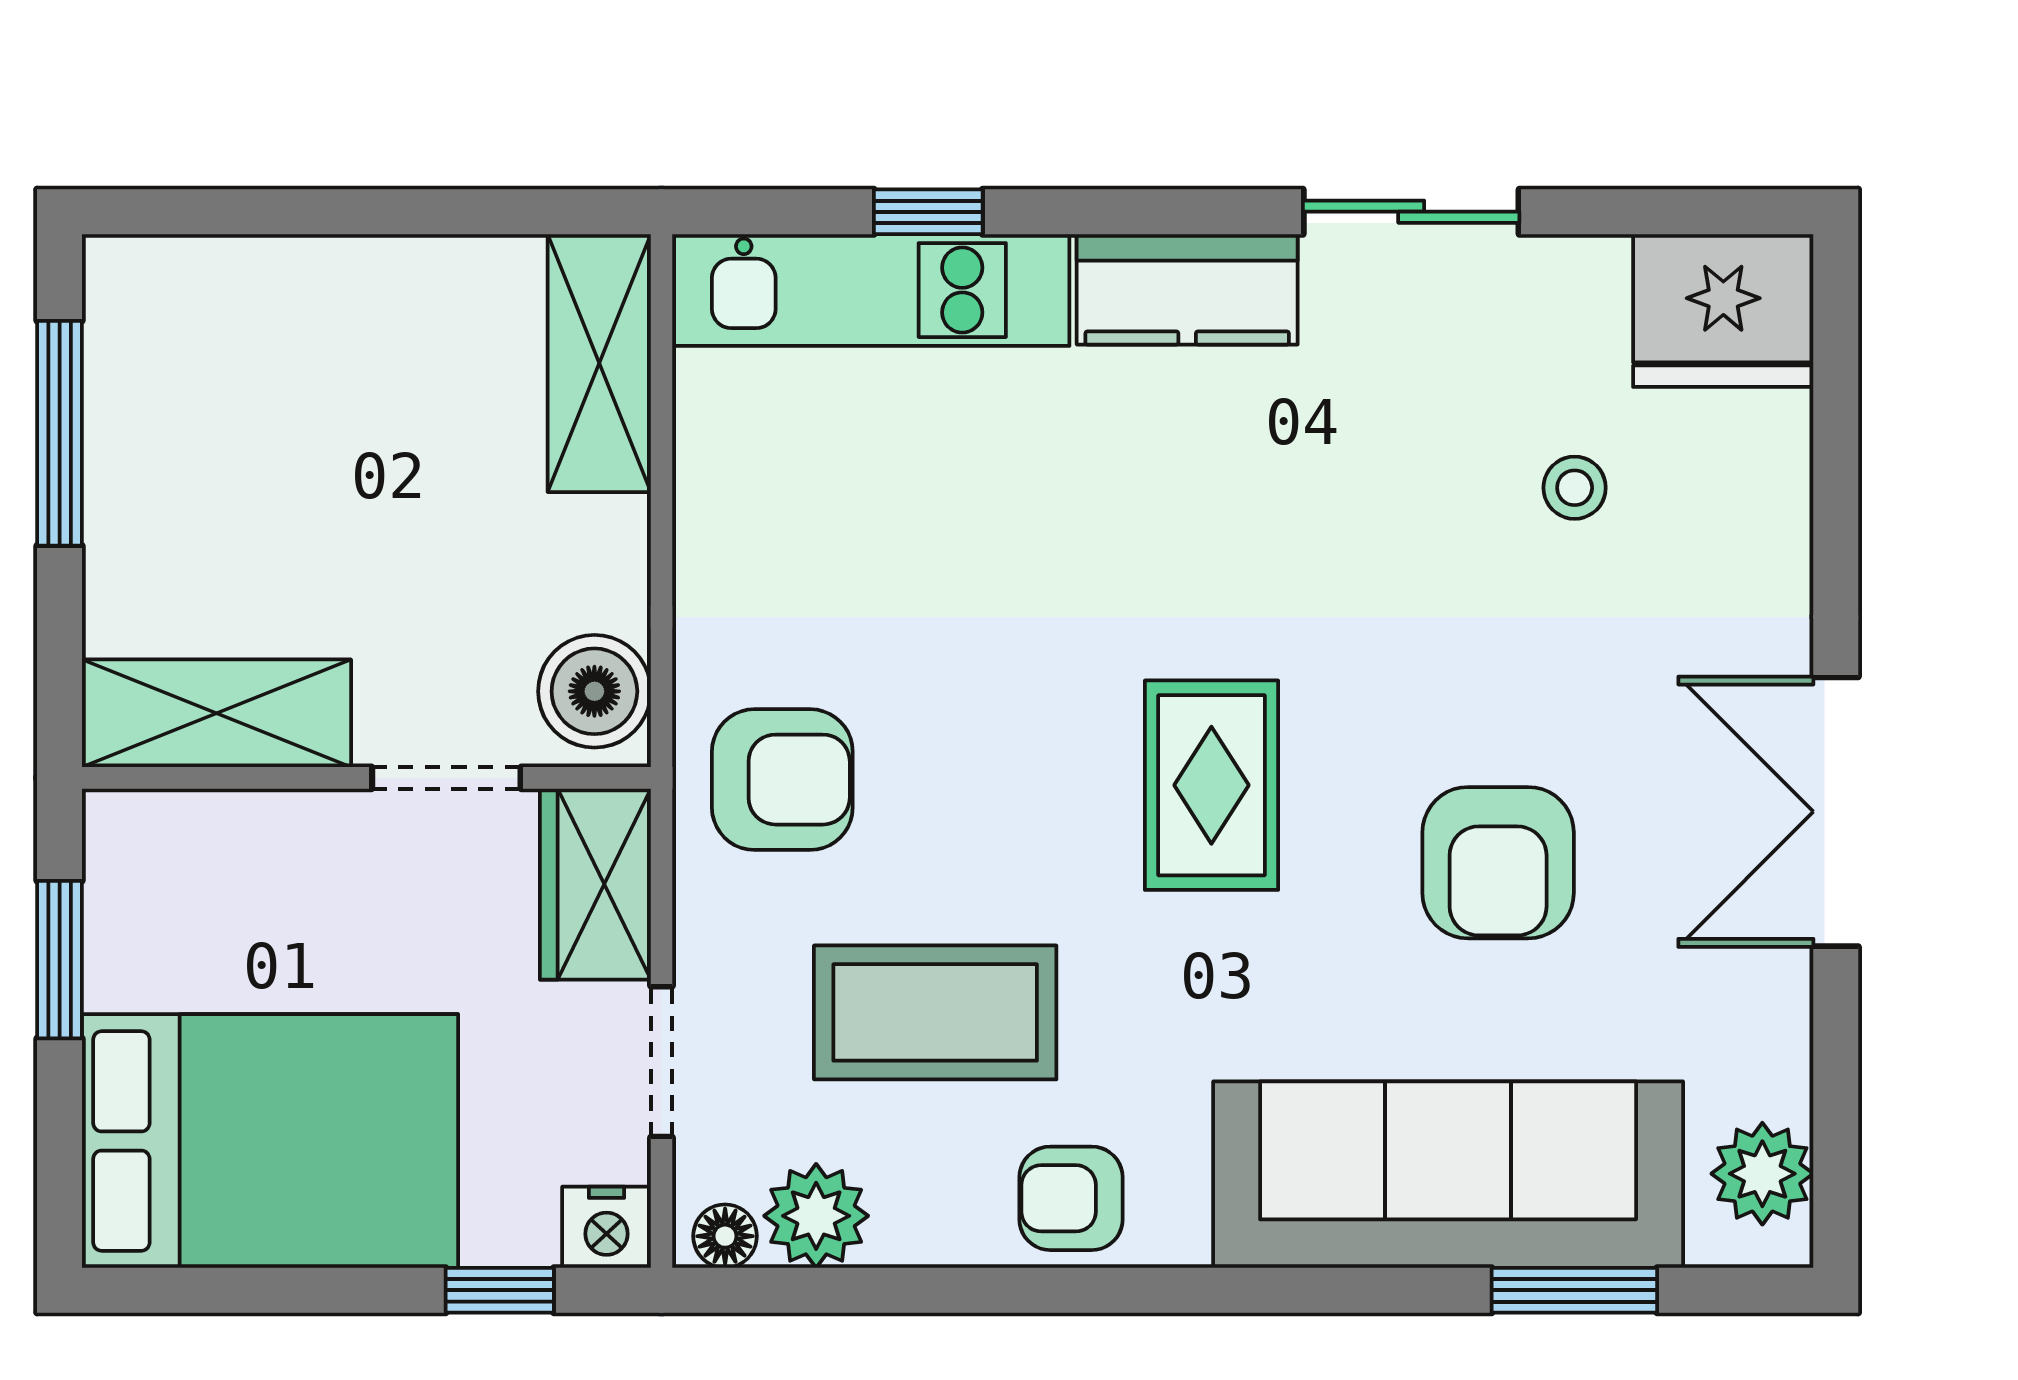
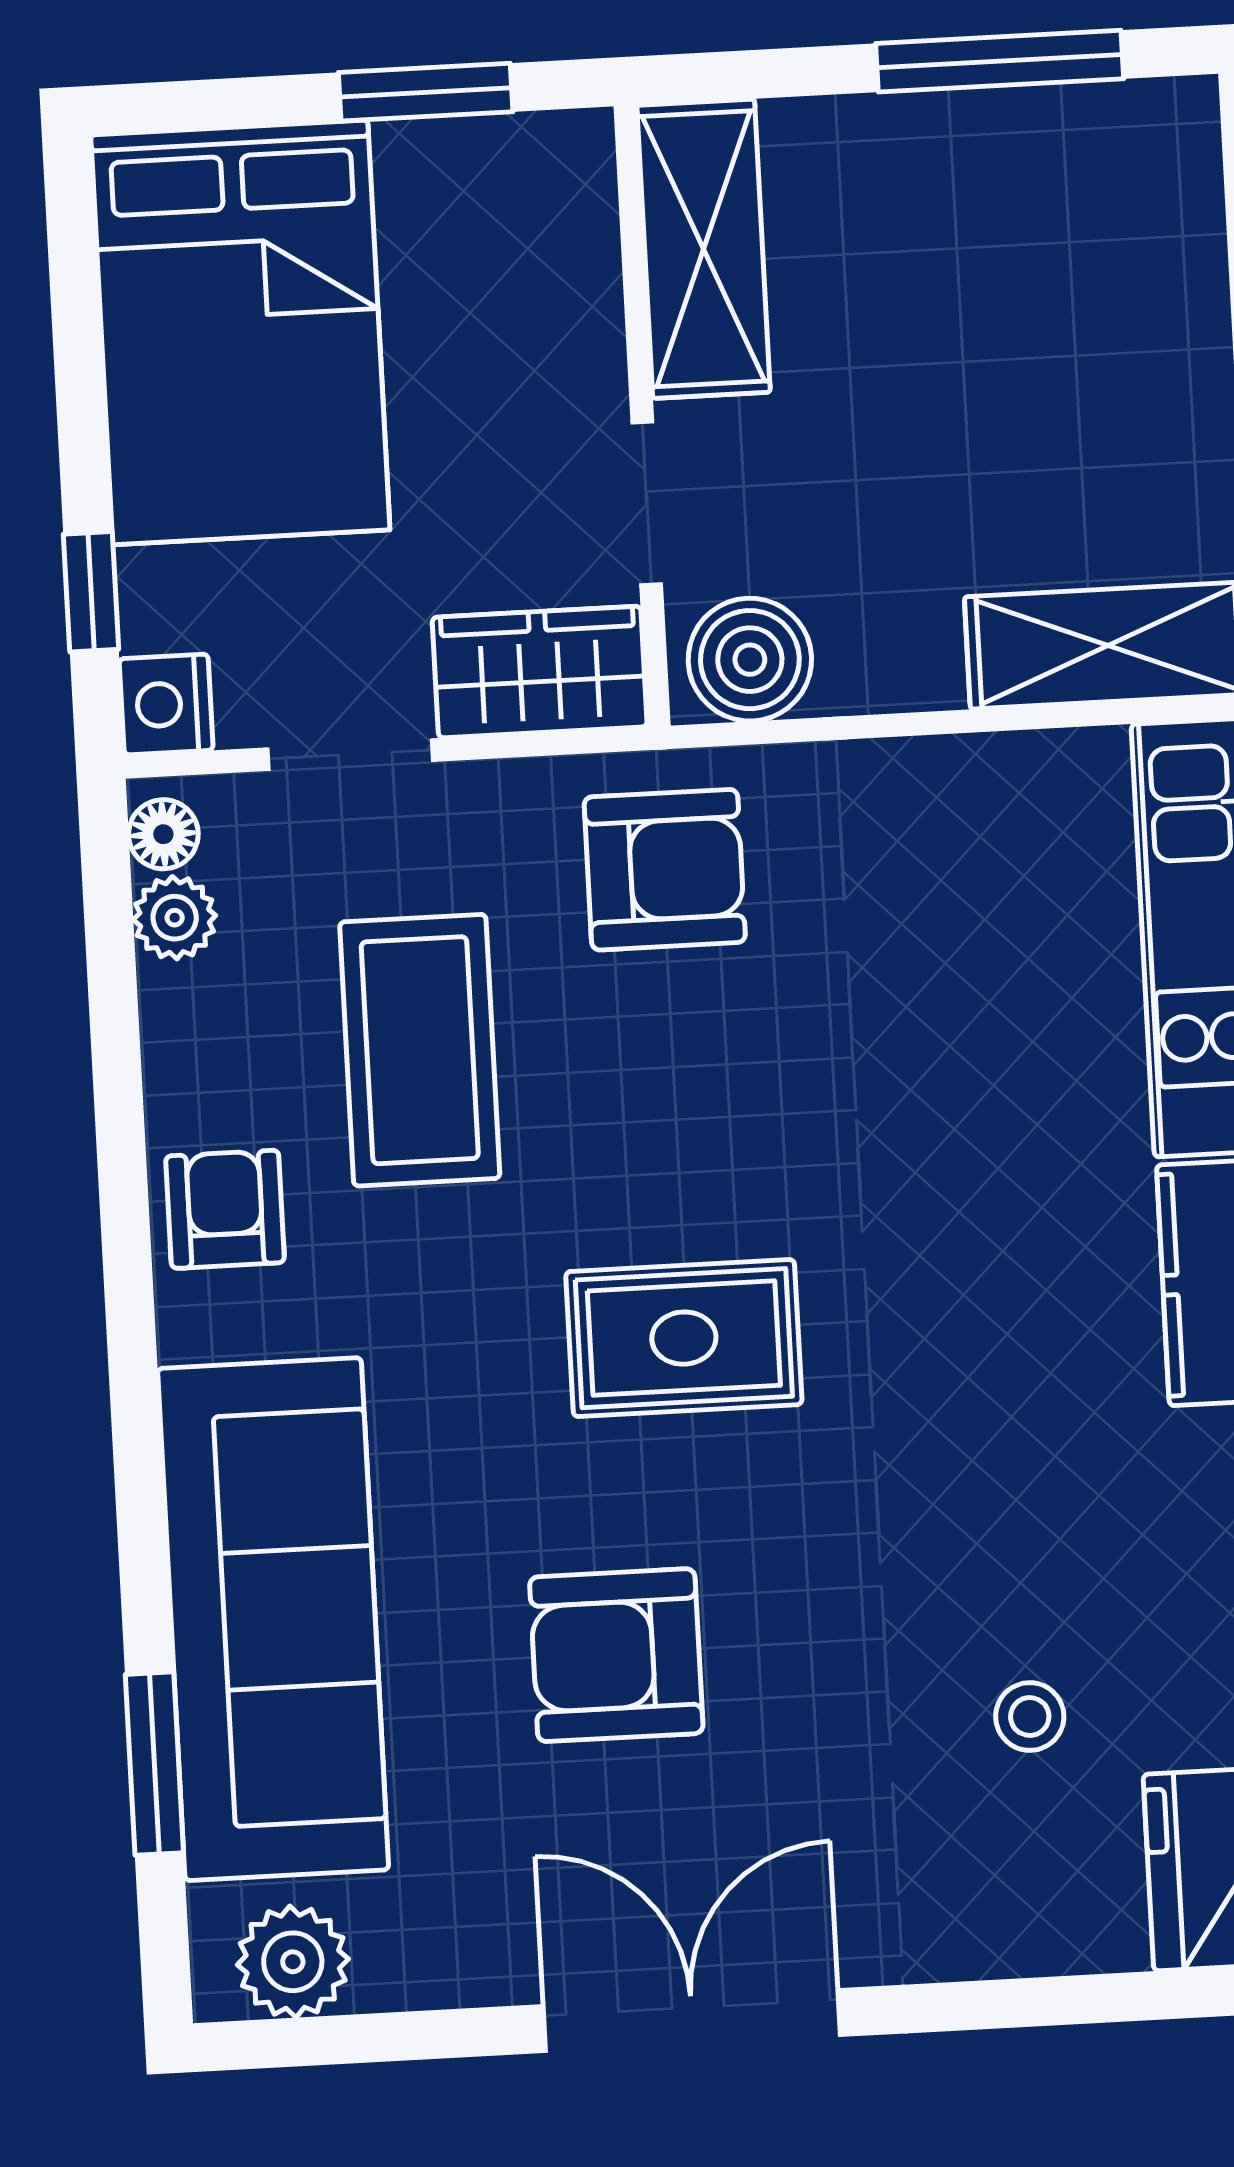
armchair: (782, 780) -> (665, 870), turned -90
plant: (816, 1216) -> (175, 918), width x0.73, depth x0.73

